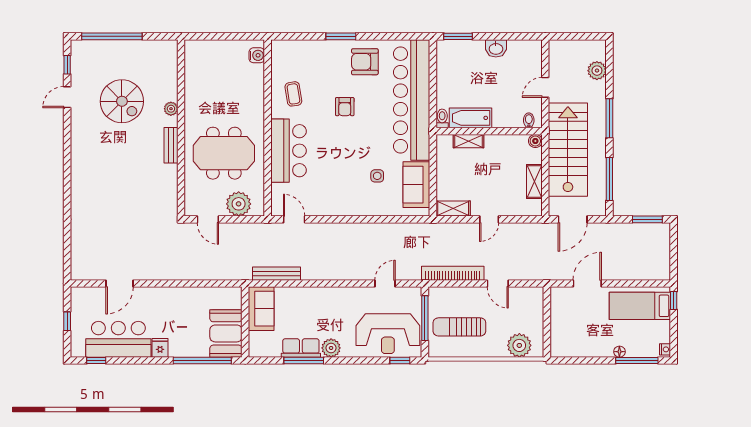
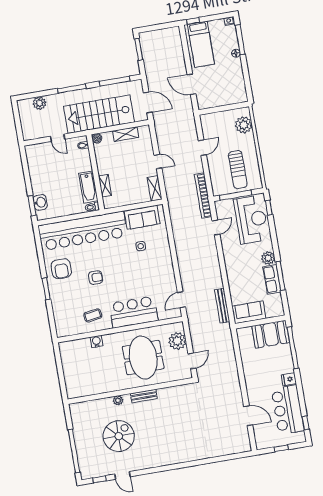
washbasin: (496, 48) -> (40, 202), moved
water cooler: (257, 55) -> (96, 342), moved
bookcase: (453, 273) -> (203, 195), moved
door: (385, 284) -> (216, 227), swing flipped

